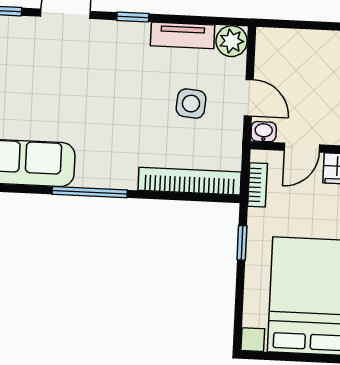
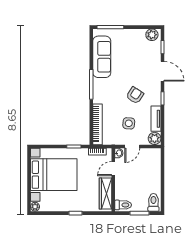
armchair: (122, 85) -> (135, 95), added
door: (302, 148) -> (113, 169), hinge flipped

